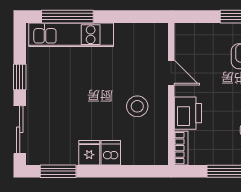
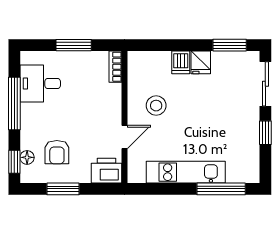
kitchen unit: (71, 35) -> (186, 172), moved
door: (171, 73) -> (125, 137), swing flipped
printer: (188, 113) -> (107, 171), moved, turned 90

